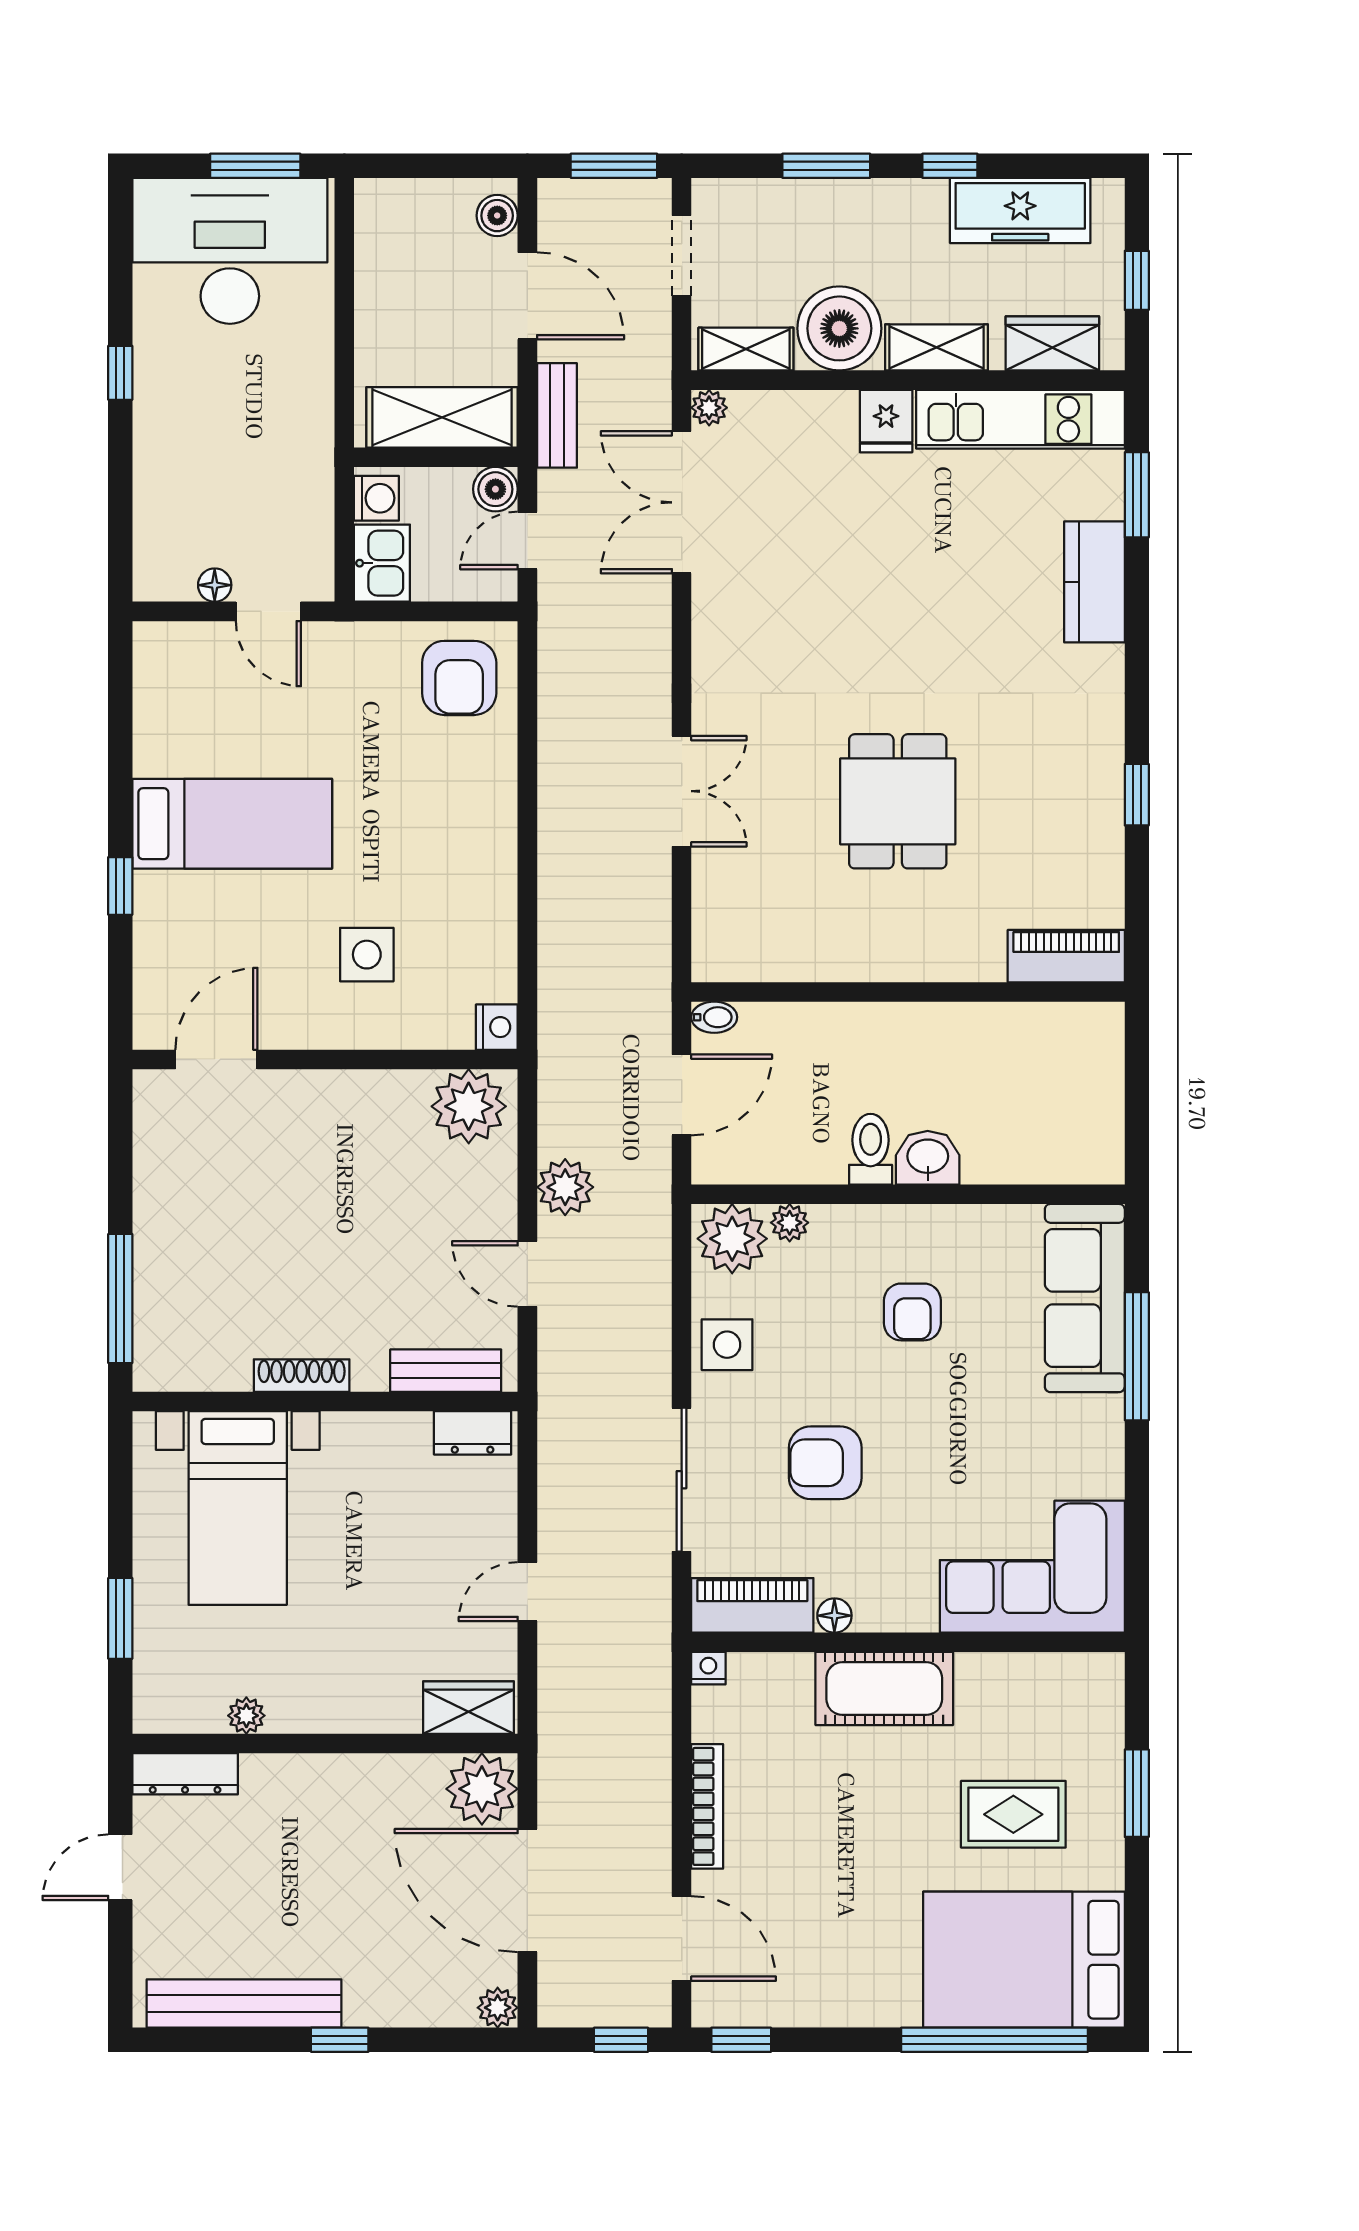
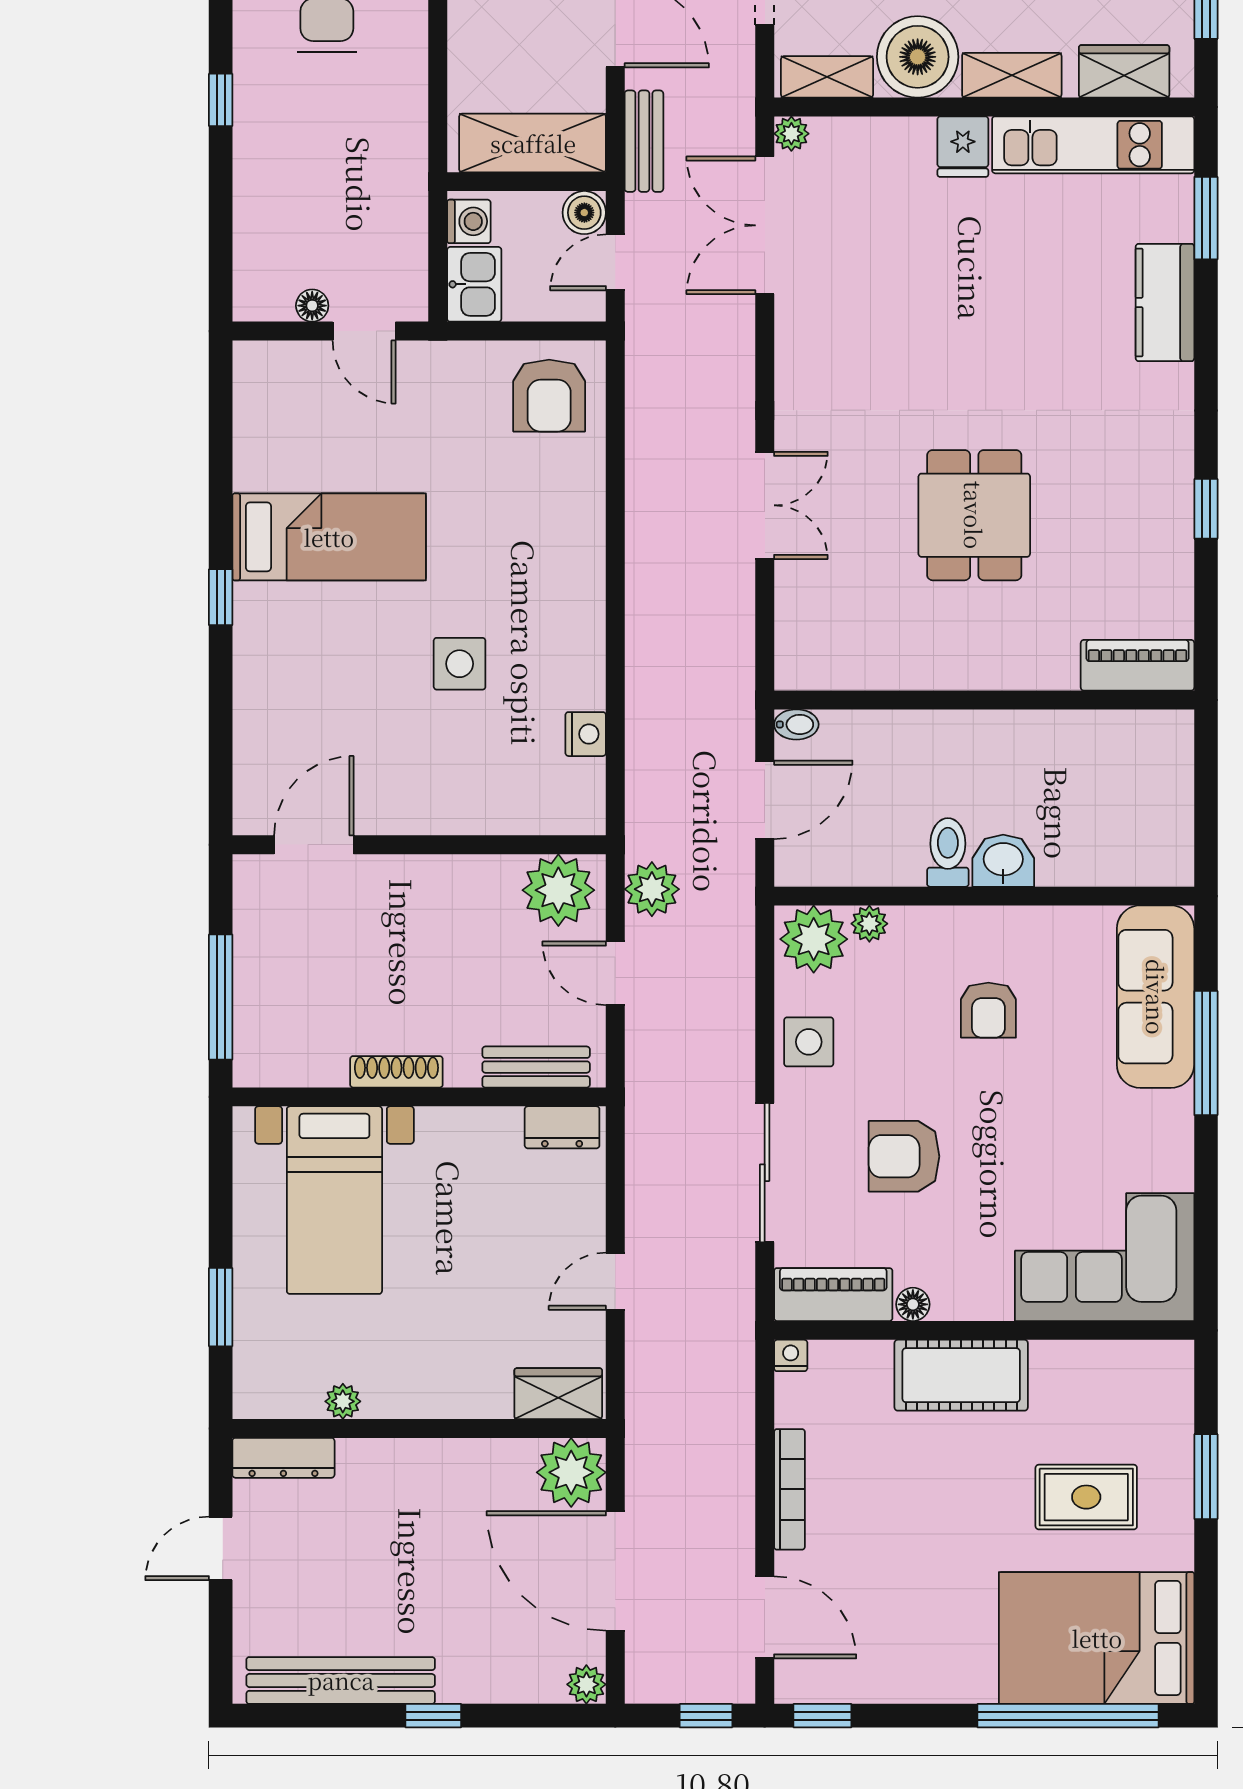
door: (216, 1059) -> (314, 845), moved
wall: (325, 1059) -> (419, 845), moved
plant: (469, 1106) -> (558, 890), moved

